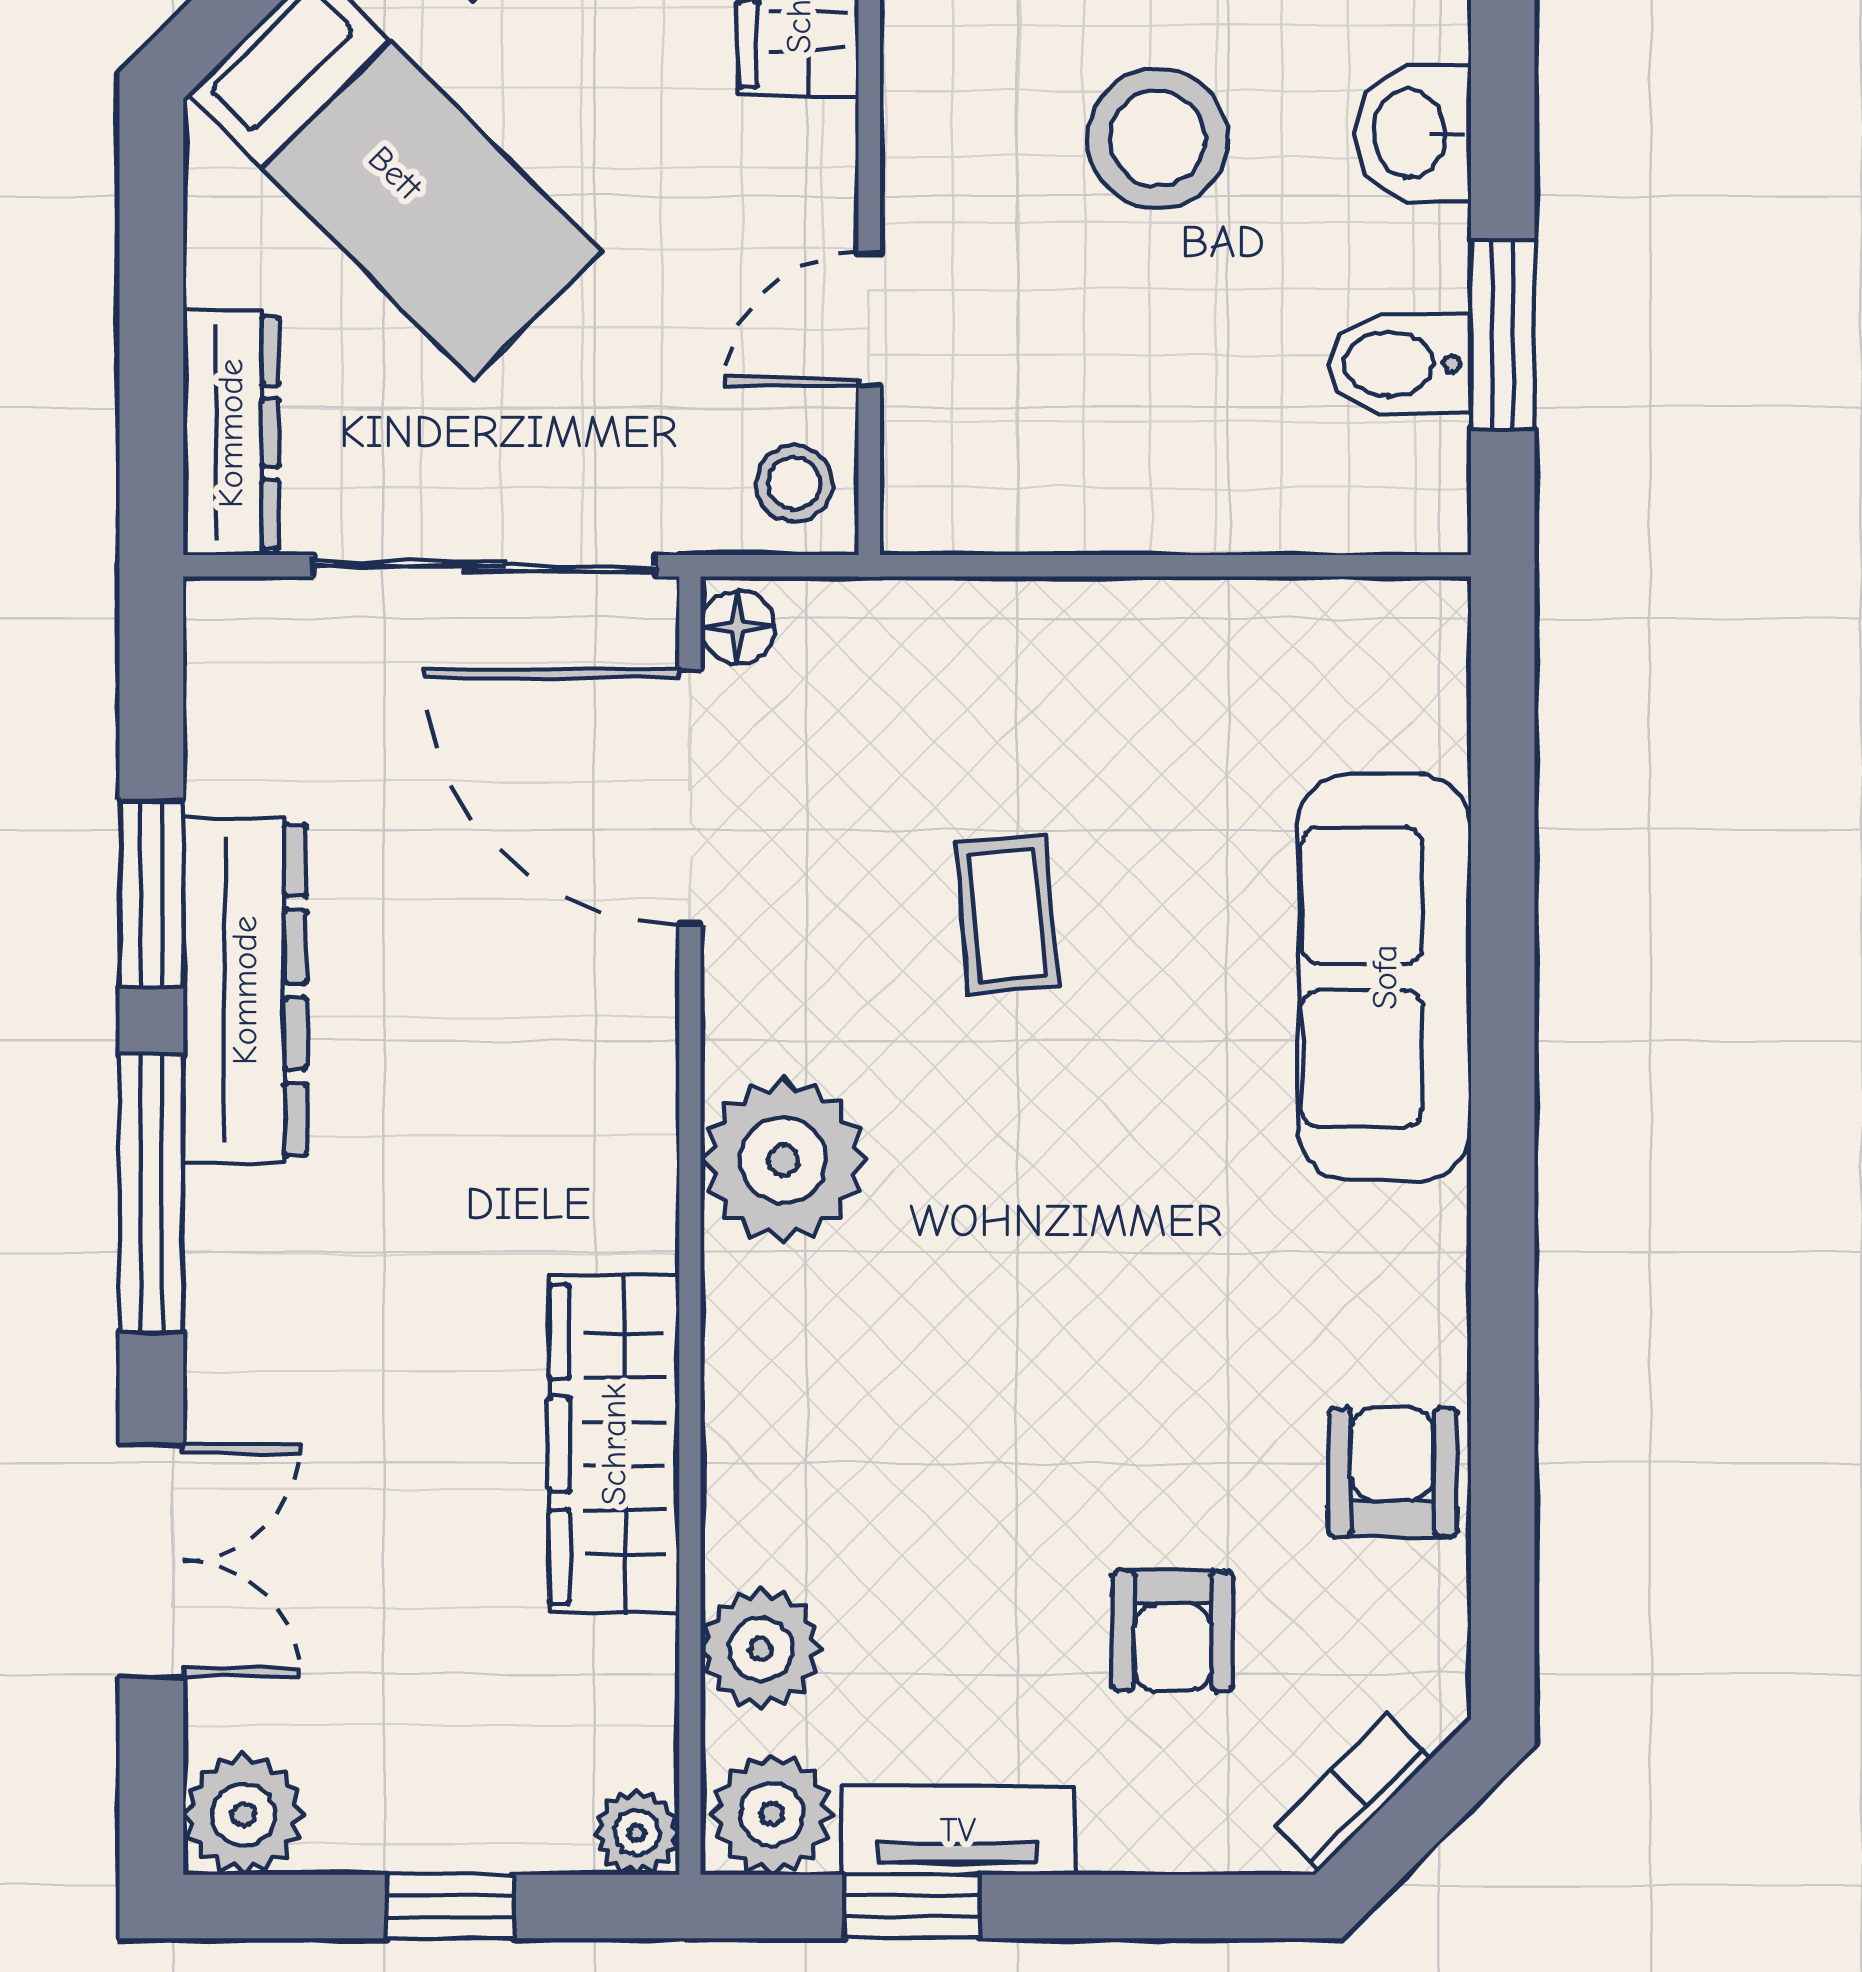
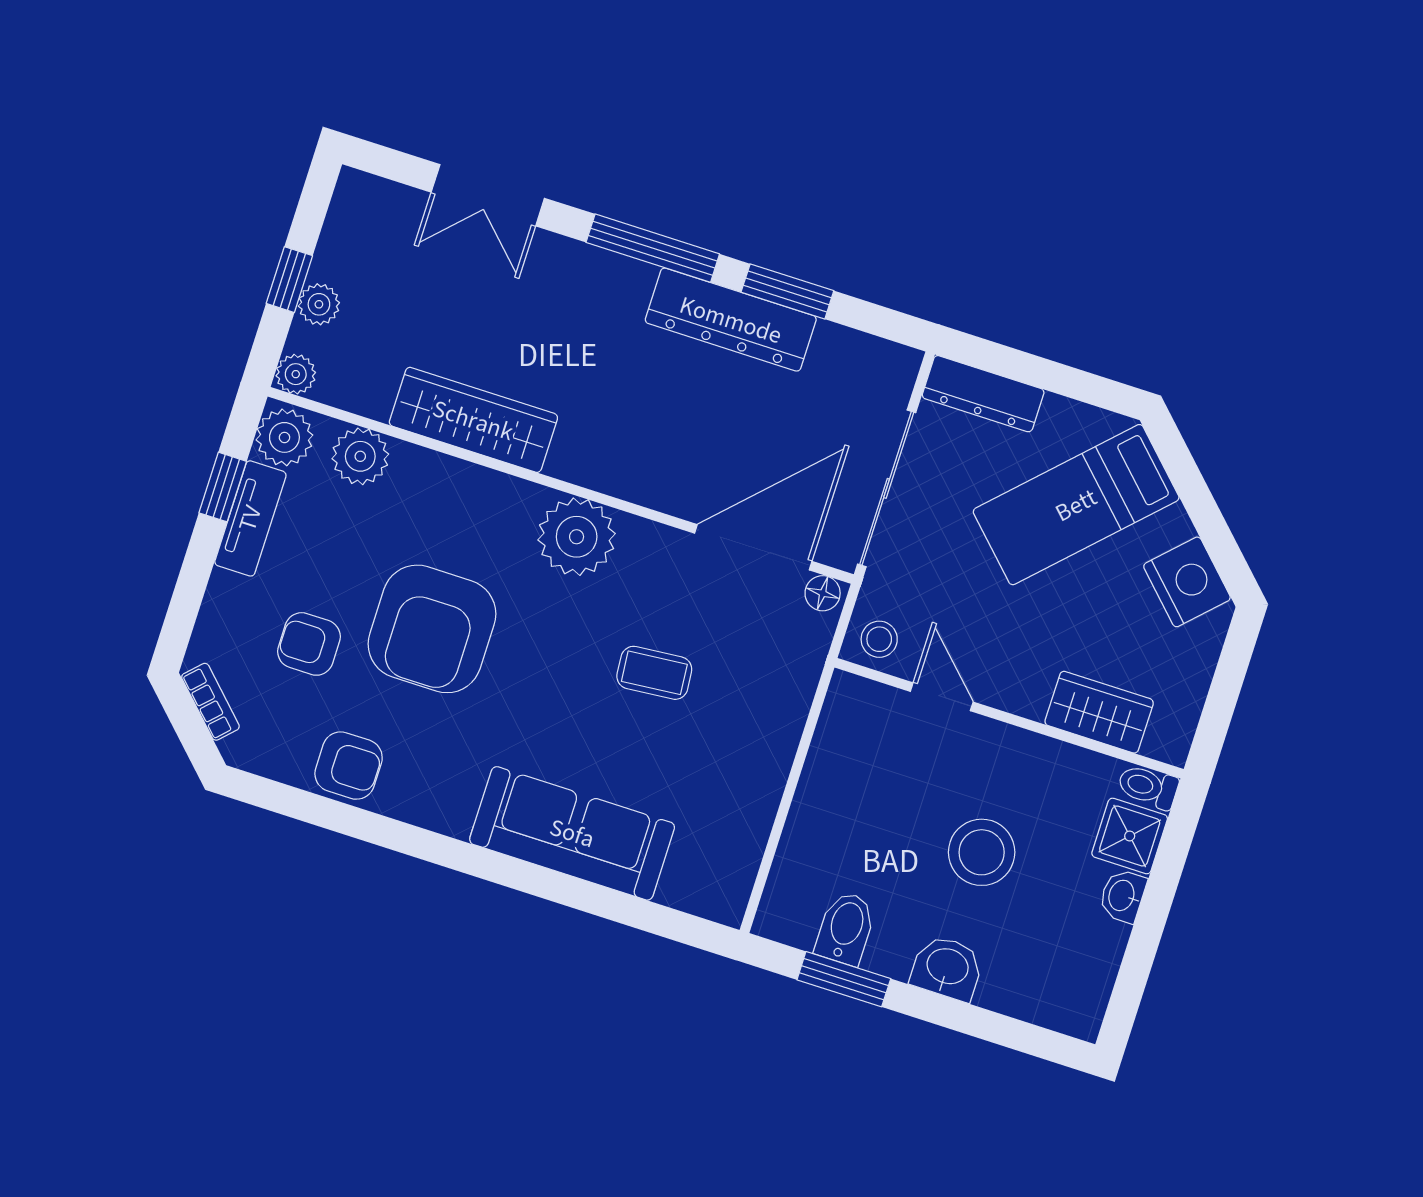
armchair: (1063, 1392) -> (432, 629), added
plant: (244, 1814) -> (319, 304), moved, width x0.73, depth x0.73

